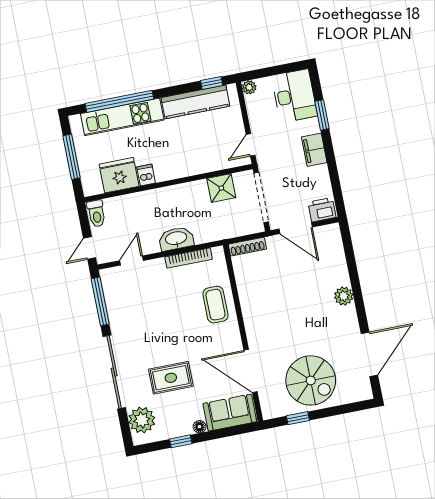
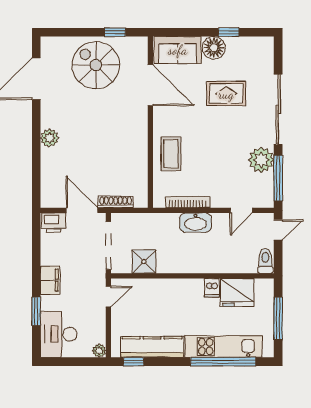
shoe rack: (247, 247) -> (116, 202), moved
plant: (142, 420) -> (261, 160), moved
floor lamp: (200, 427) -> (214, 48), width x1.89, depth x1.89

